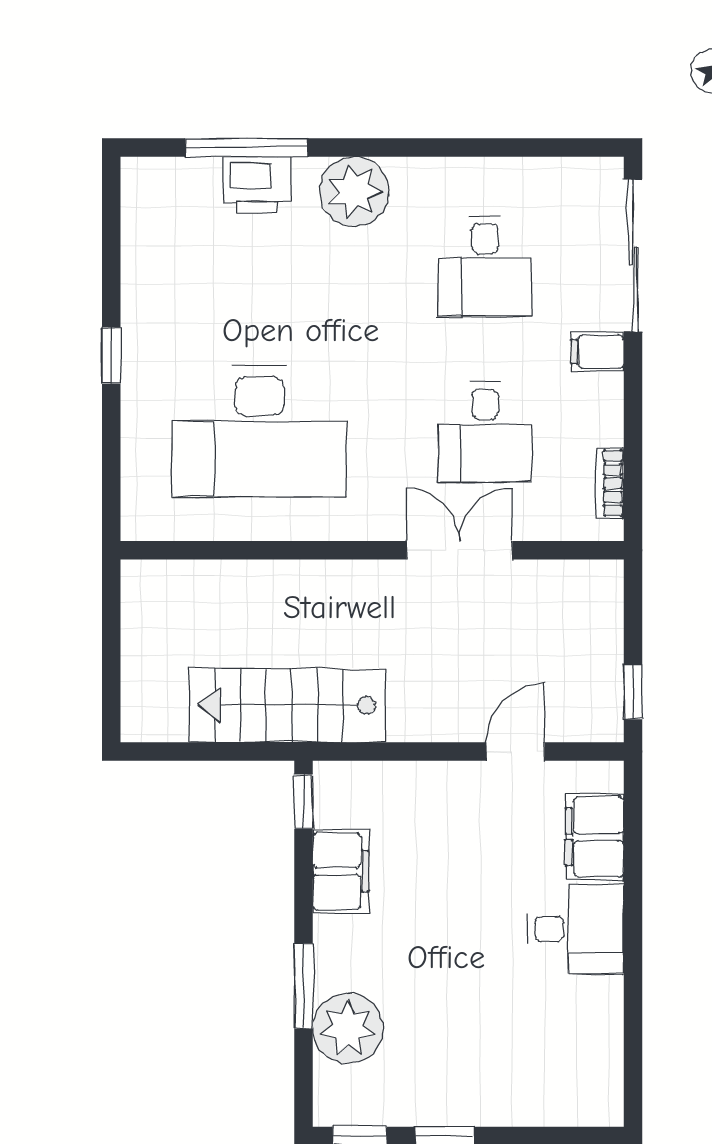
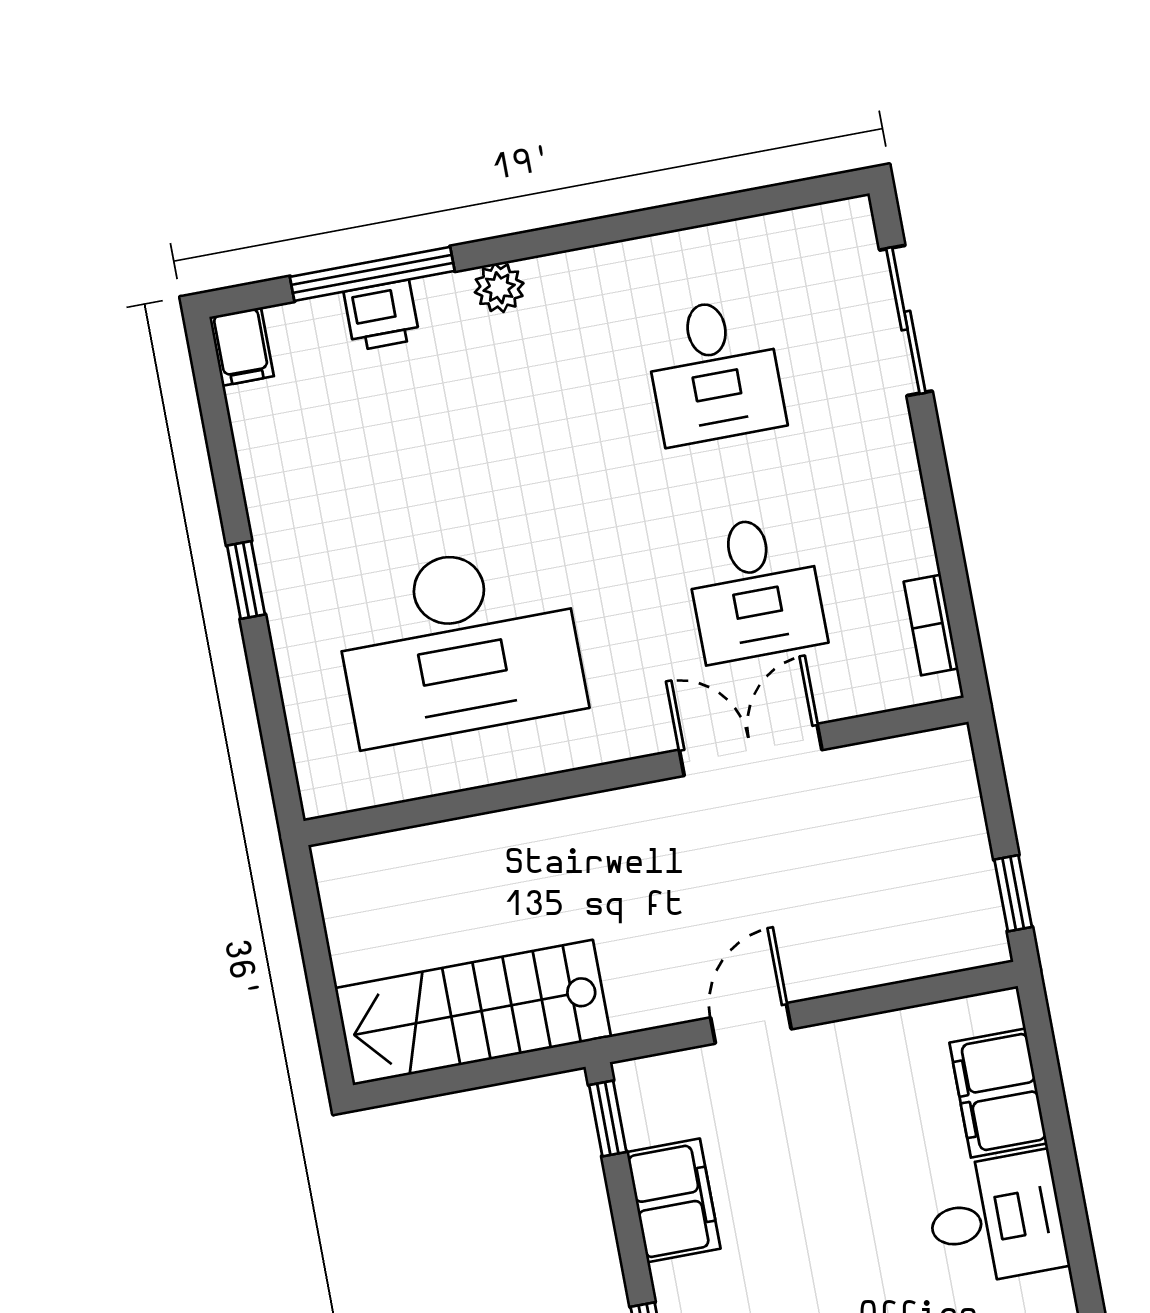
printer: (257, 185) -> (382, 315), width x0.73, depth x0.81
plant: (354, 192) -> (499, 288), width x0.53, depth x0.53
sliding door: (633, 255) -> (906, 321), width x0.73
filing cabinet: (597, 352) -> (241, 347), moved, turned -90
stairs: (288, 705) -> (473, 1013), moved
door: (515, 752) -> (751, 1023), moved

